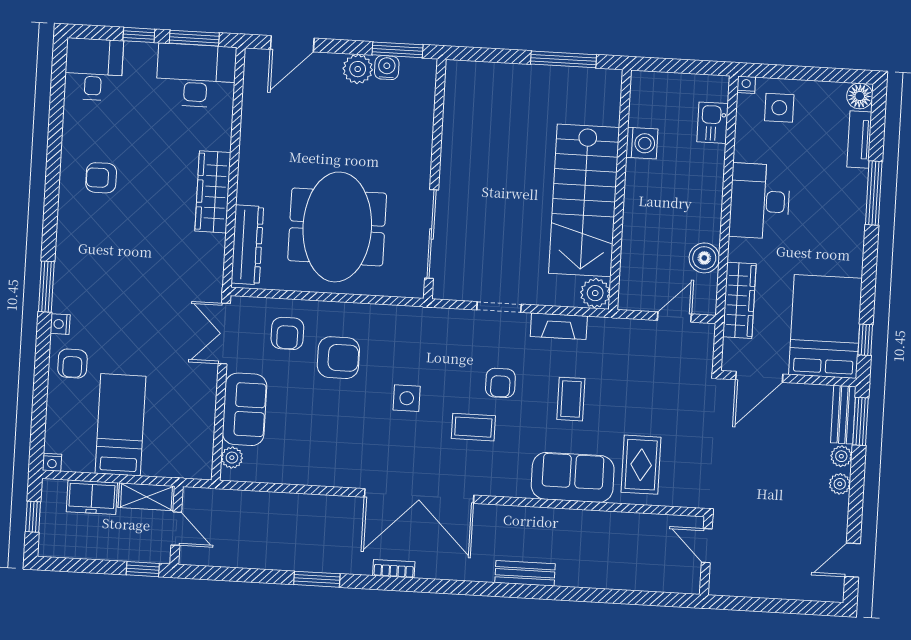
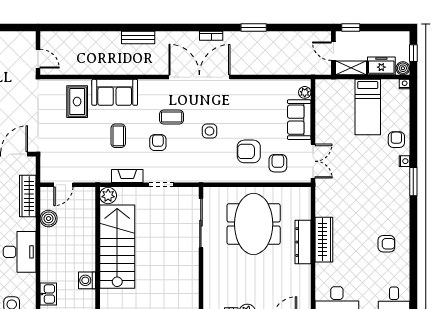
dresser: (247, 245) -> (303, 242), moved
boiler: (53, 491) -> (403, 68), added

